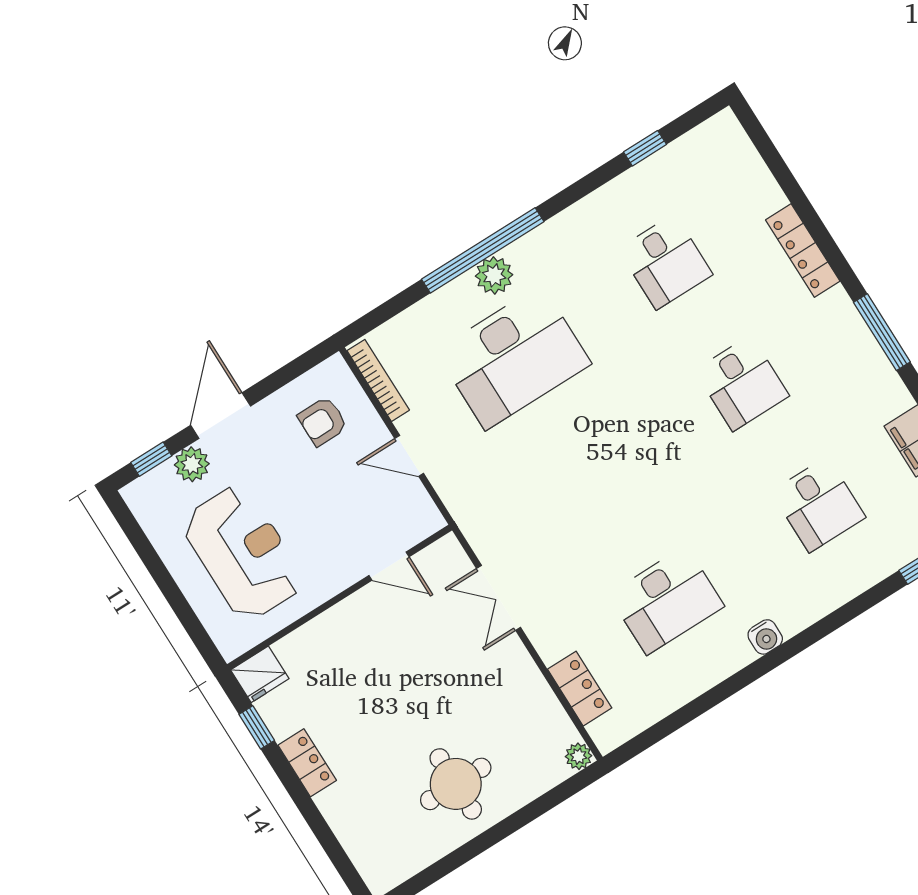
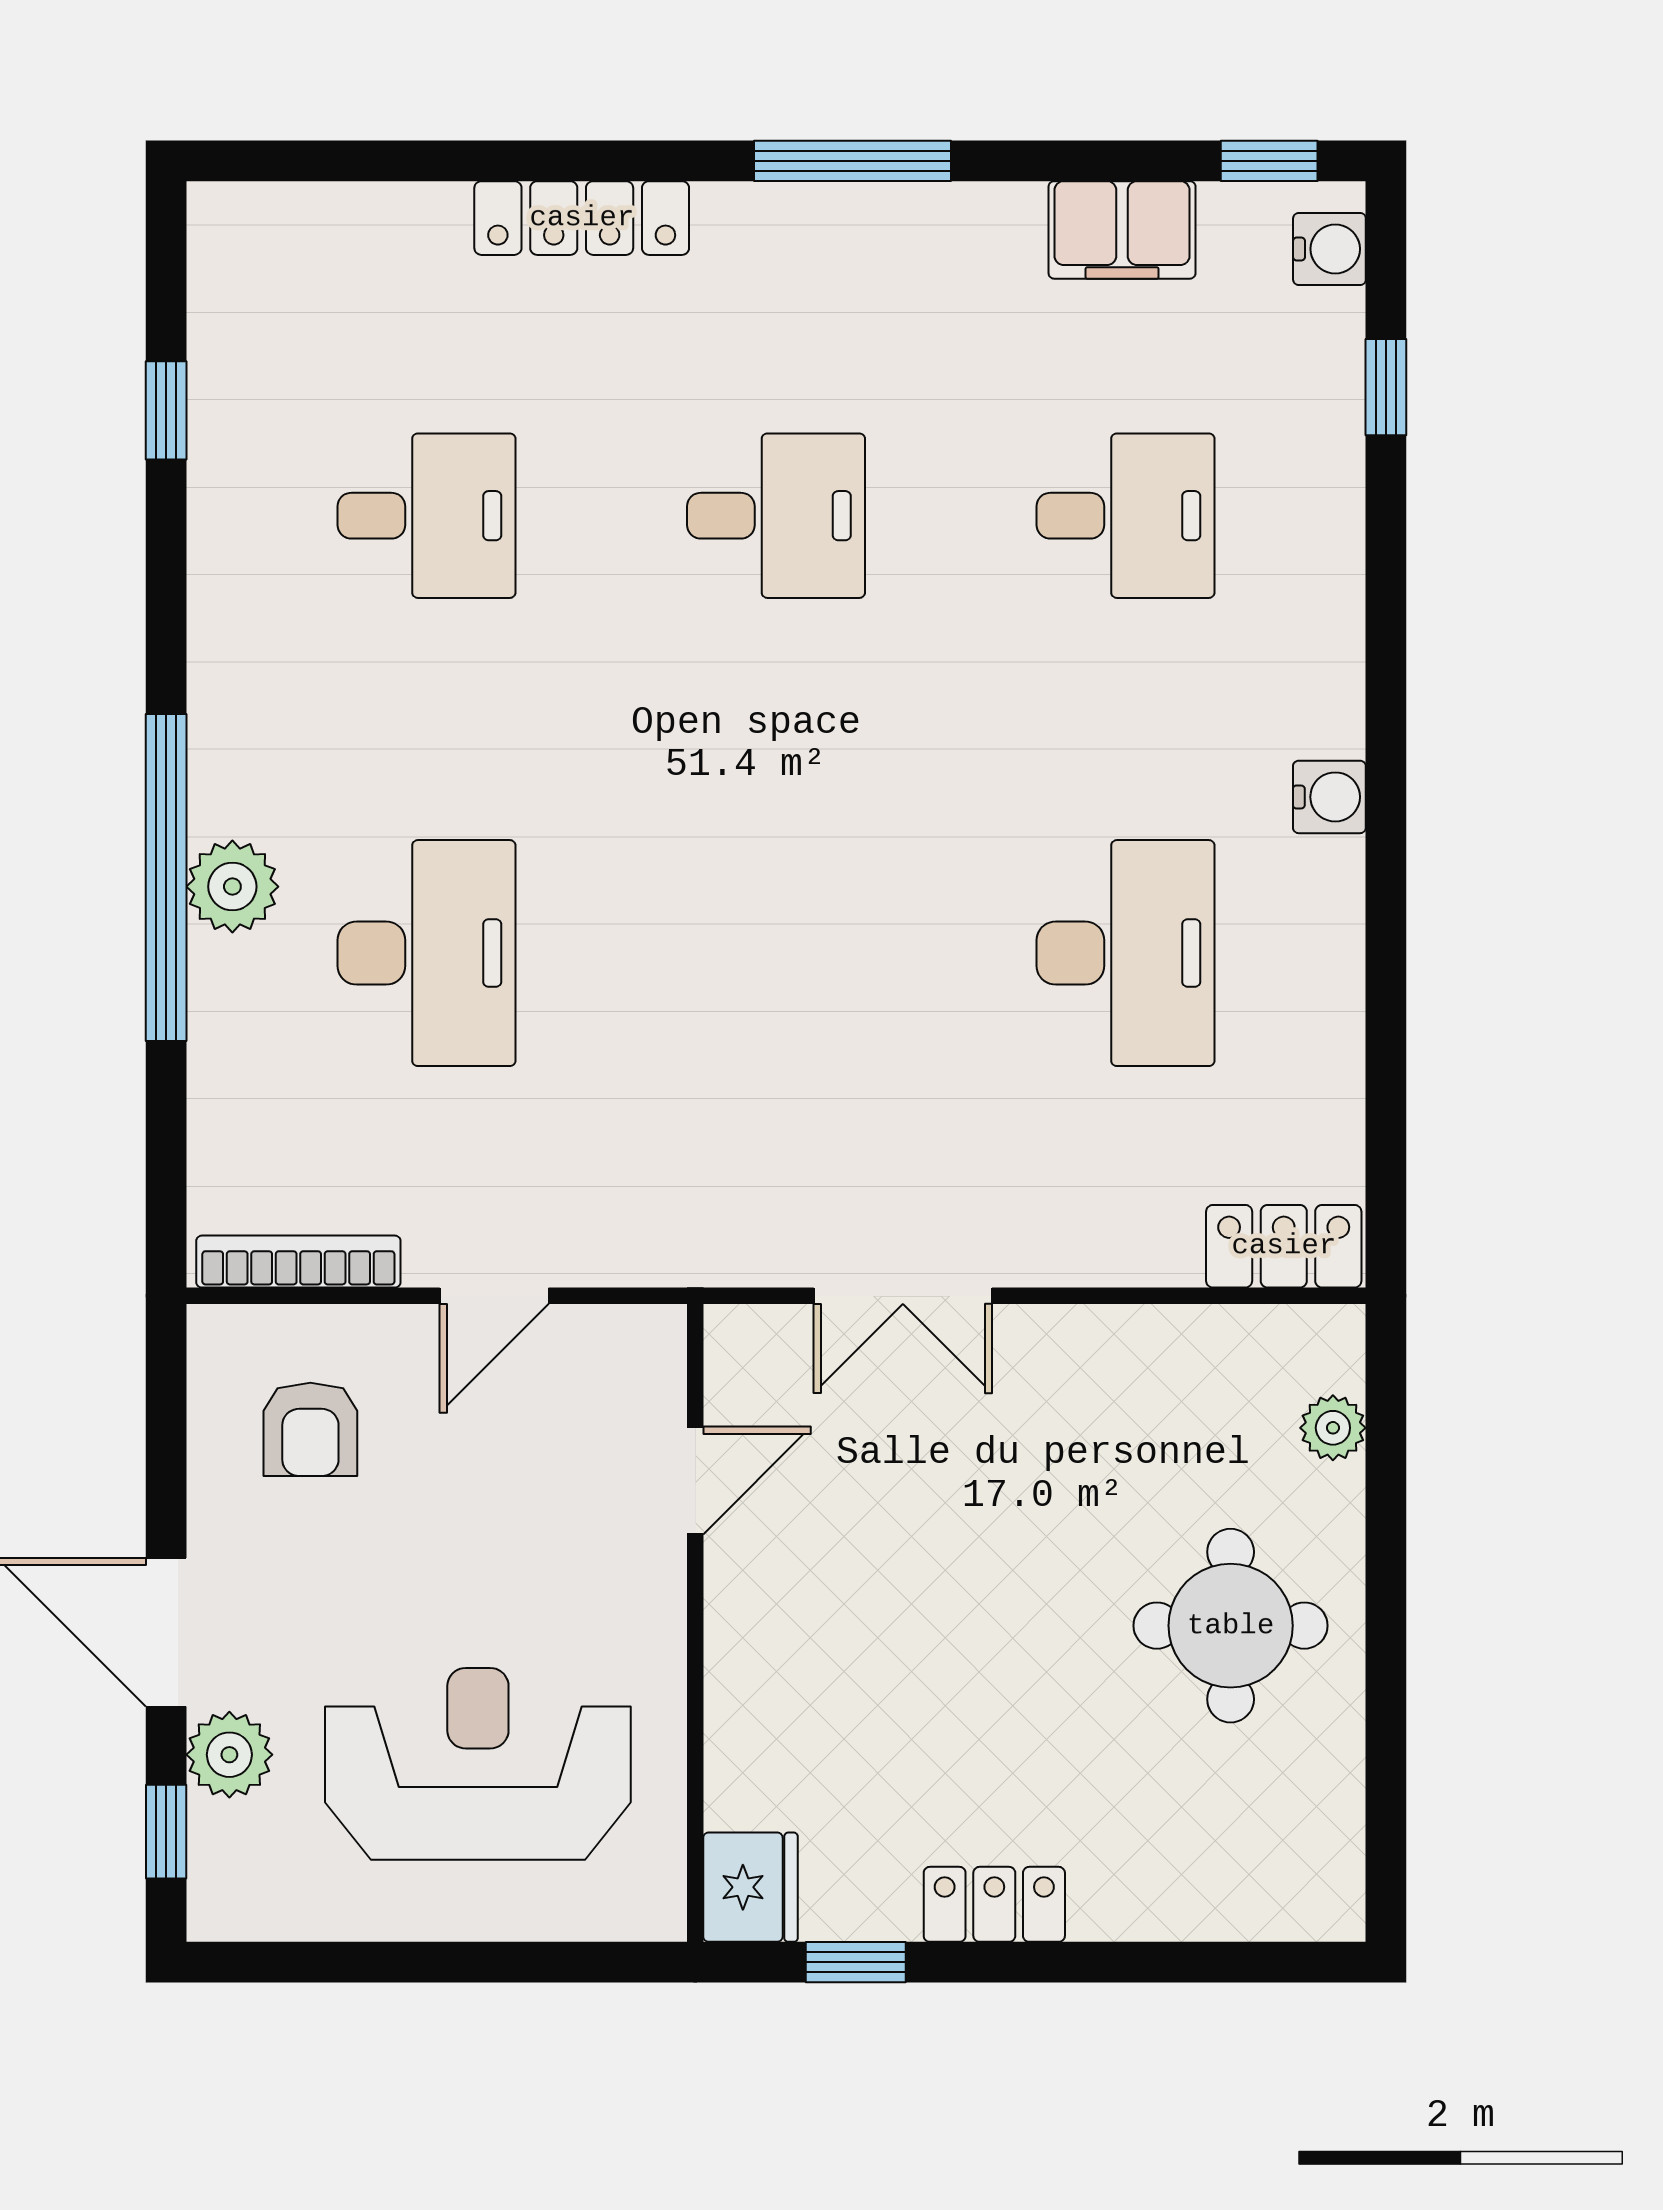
desk: (513, 357) -> (426, 953), width x0.73, depth x0.77
locker: (580, 689) -> (1284, 1246), moved
plant: (579, 756) -> (1333, 1428), moved

